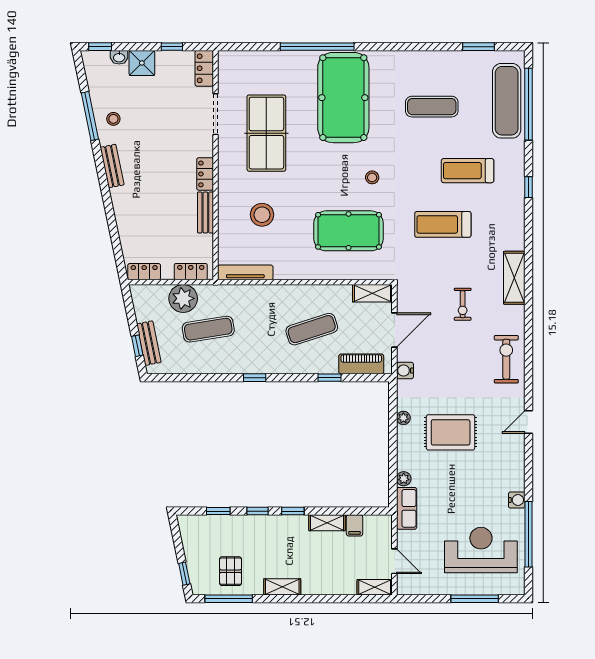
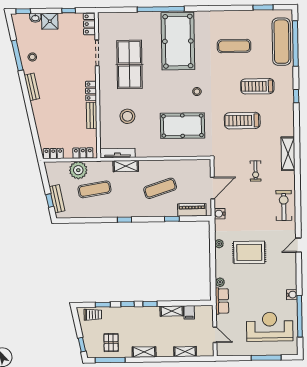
shelving: (372, 293) -> (126, 166), moved
trolley: (202, 527) -> (93, 315), added
shelving: (375, 587) -> (185, 352), moved

